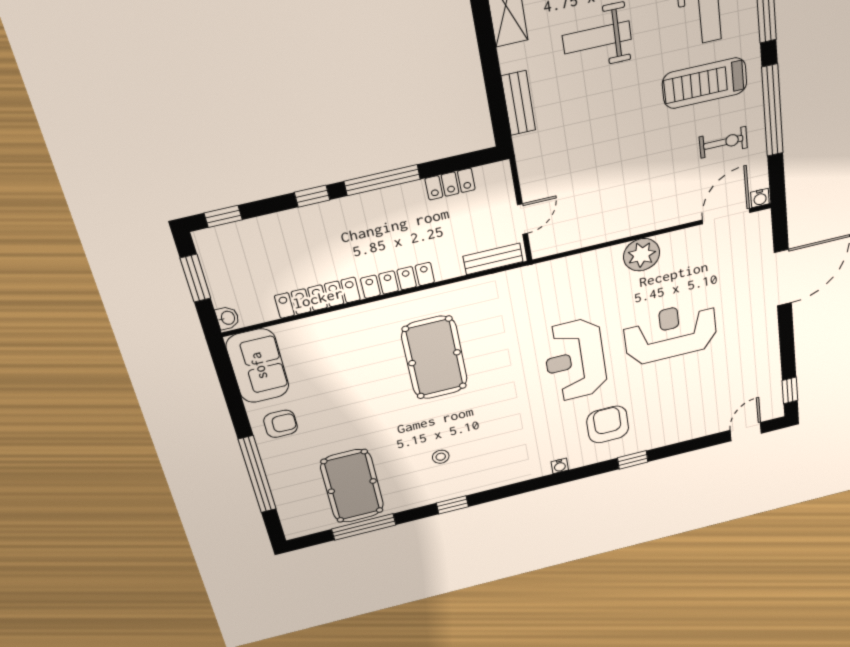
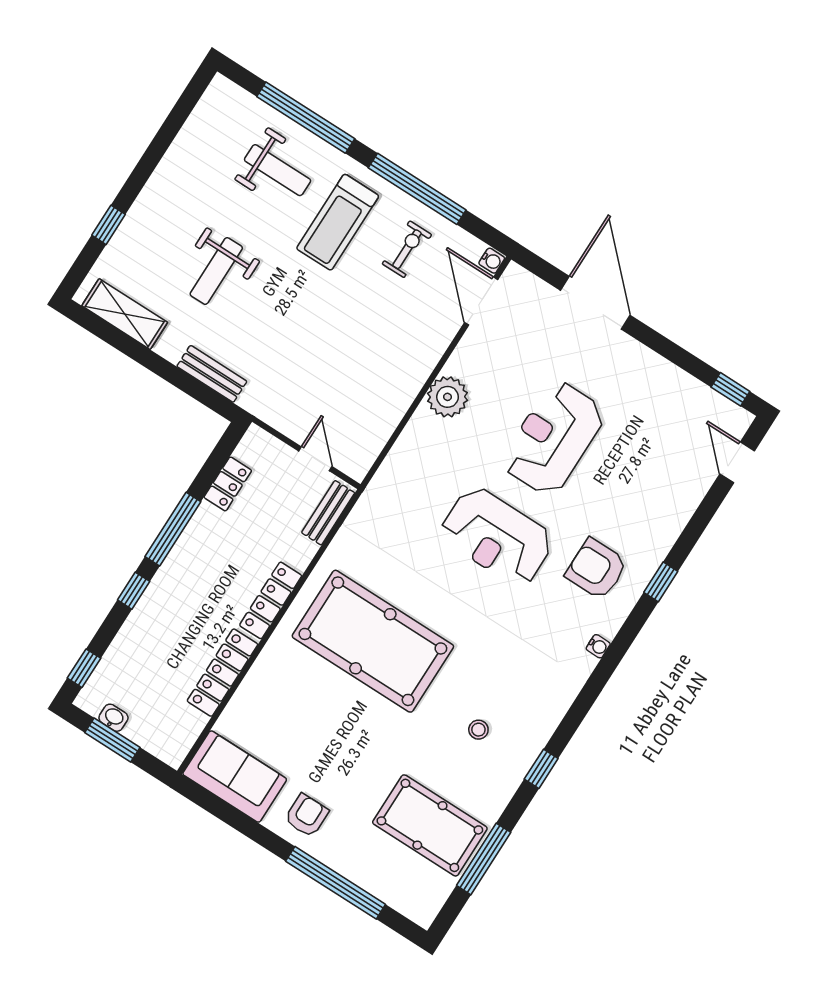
washbasin: (227, 318) -> (113, 718), moved
pool table: (435, 358) -> (373, 641), width x1.36, depth x1.32

